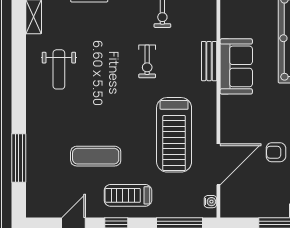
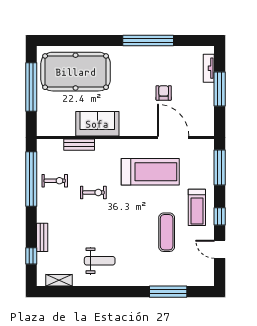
bench: (209, 61) -> (79, 145), moved
armchair: (276, 152) -> (164, 93), turned 180
water cooler: (210, 202) -> (202, 144), removed

